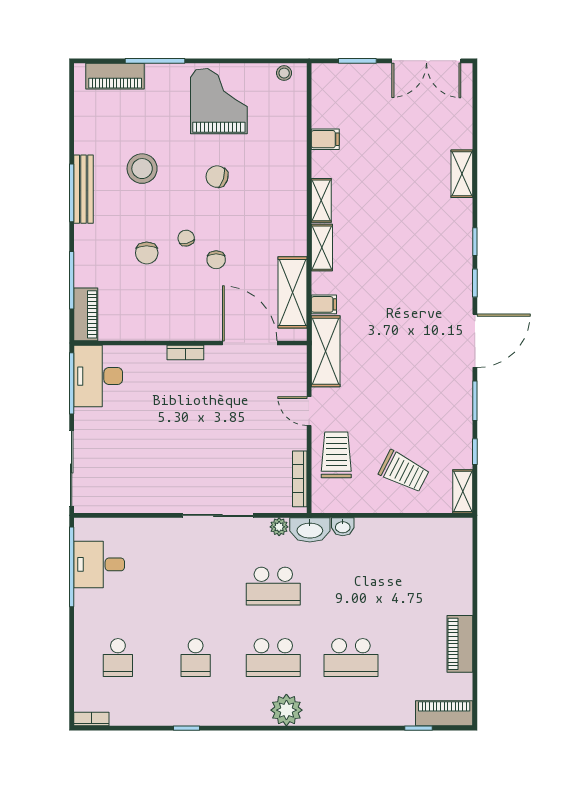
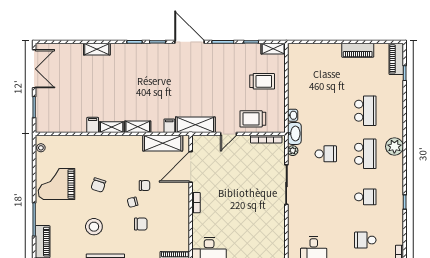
filing cabinet: (325, 139) -> (93, 125), moved
trolley: (404, 472) -> (262, 81), turned 63
school desk: (273, 586) -> (326, 154), width x0.54
school desk: (118, 657) -> (365, 240), turned 180

